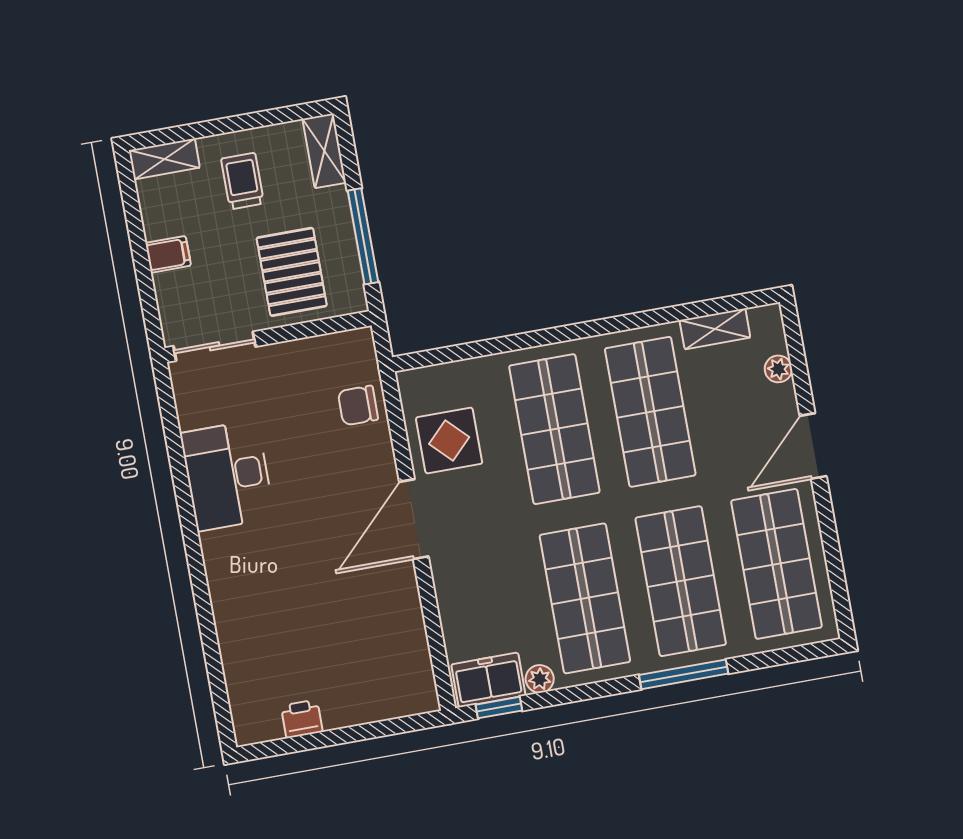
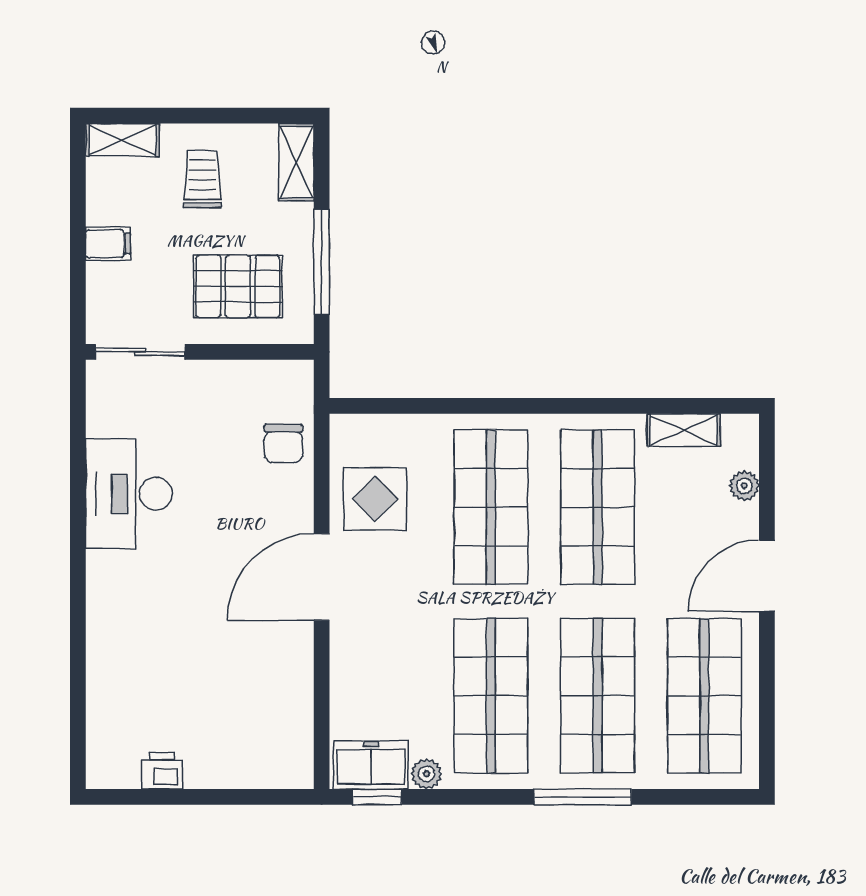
pallet: (292, 272) -> (238, 286), turned 90
chair: (358, 405) -> (283, 443), turned -90

